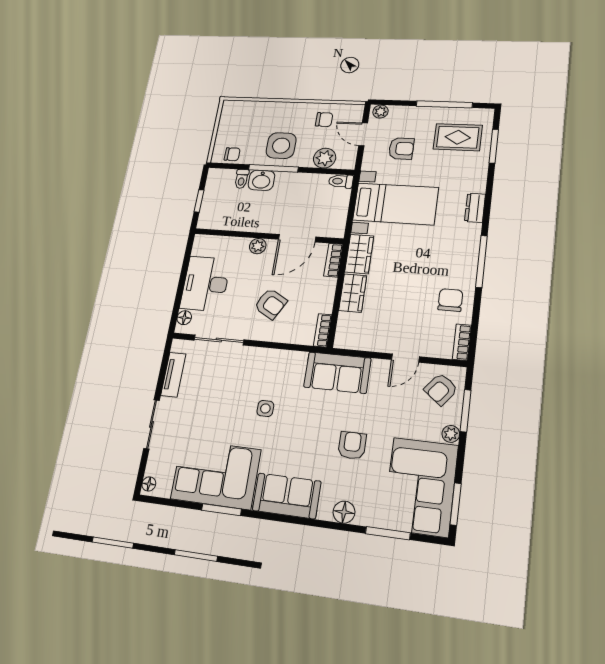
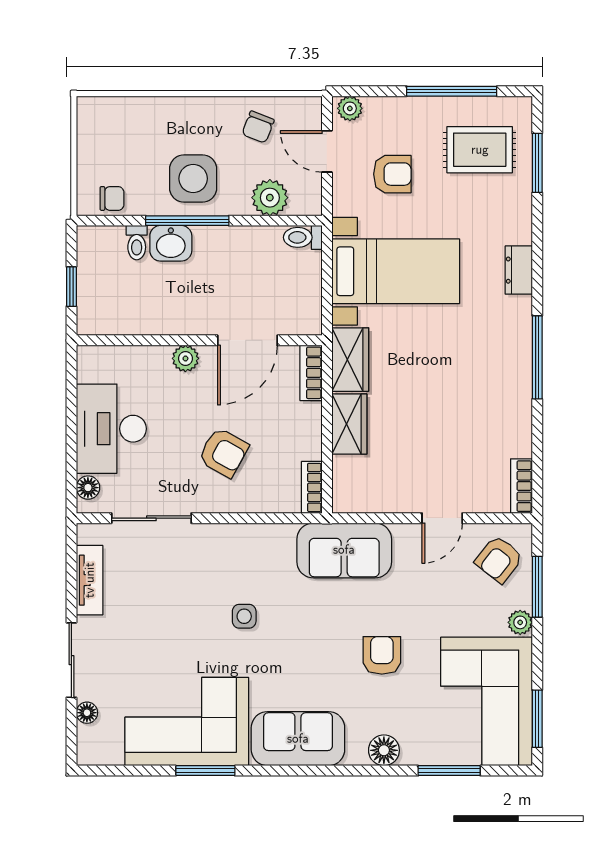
chair: (324, 120) -> (258, 127), turned 111
chair: (450, 300) -> (498, 422), removed
floor lamp: (149, 484) -> (87, 713), moved

